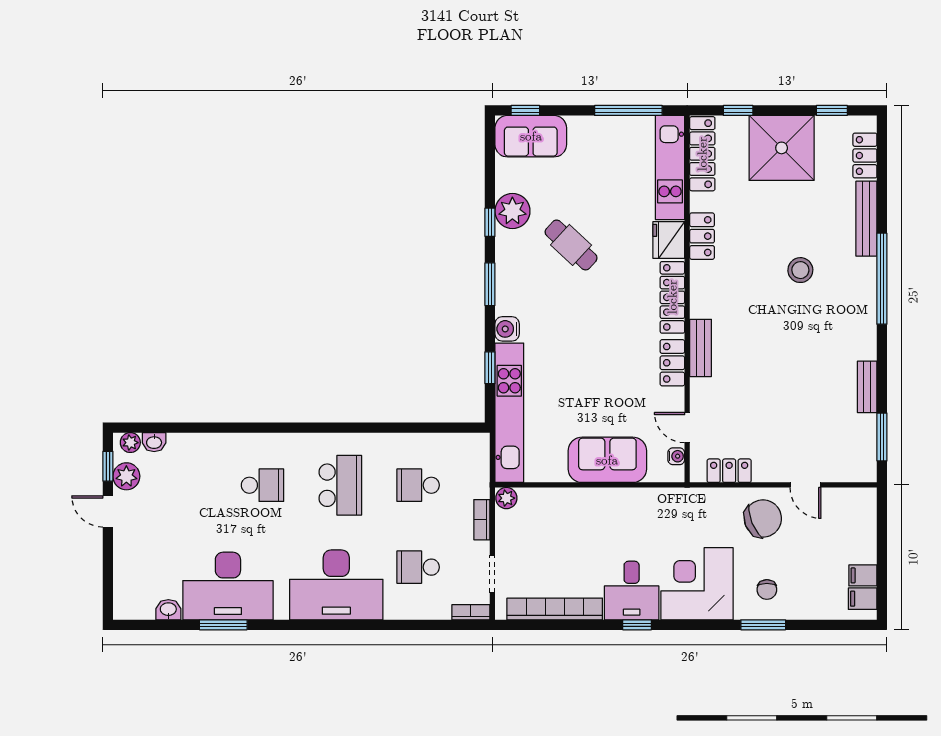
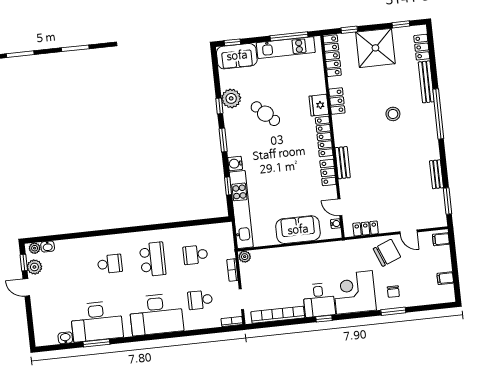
kitchen unit: (670, 168) -> (286, 48), moved, turned -90
filing cabinet: (863, 599) -> (441, 239), moved

